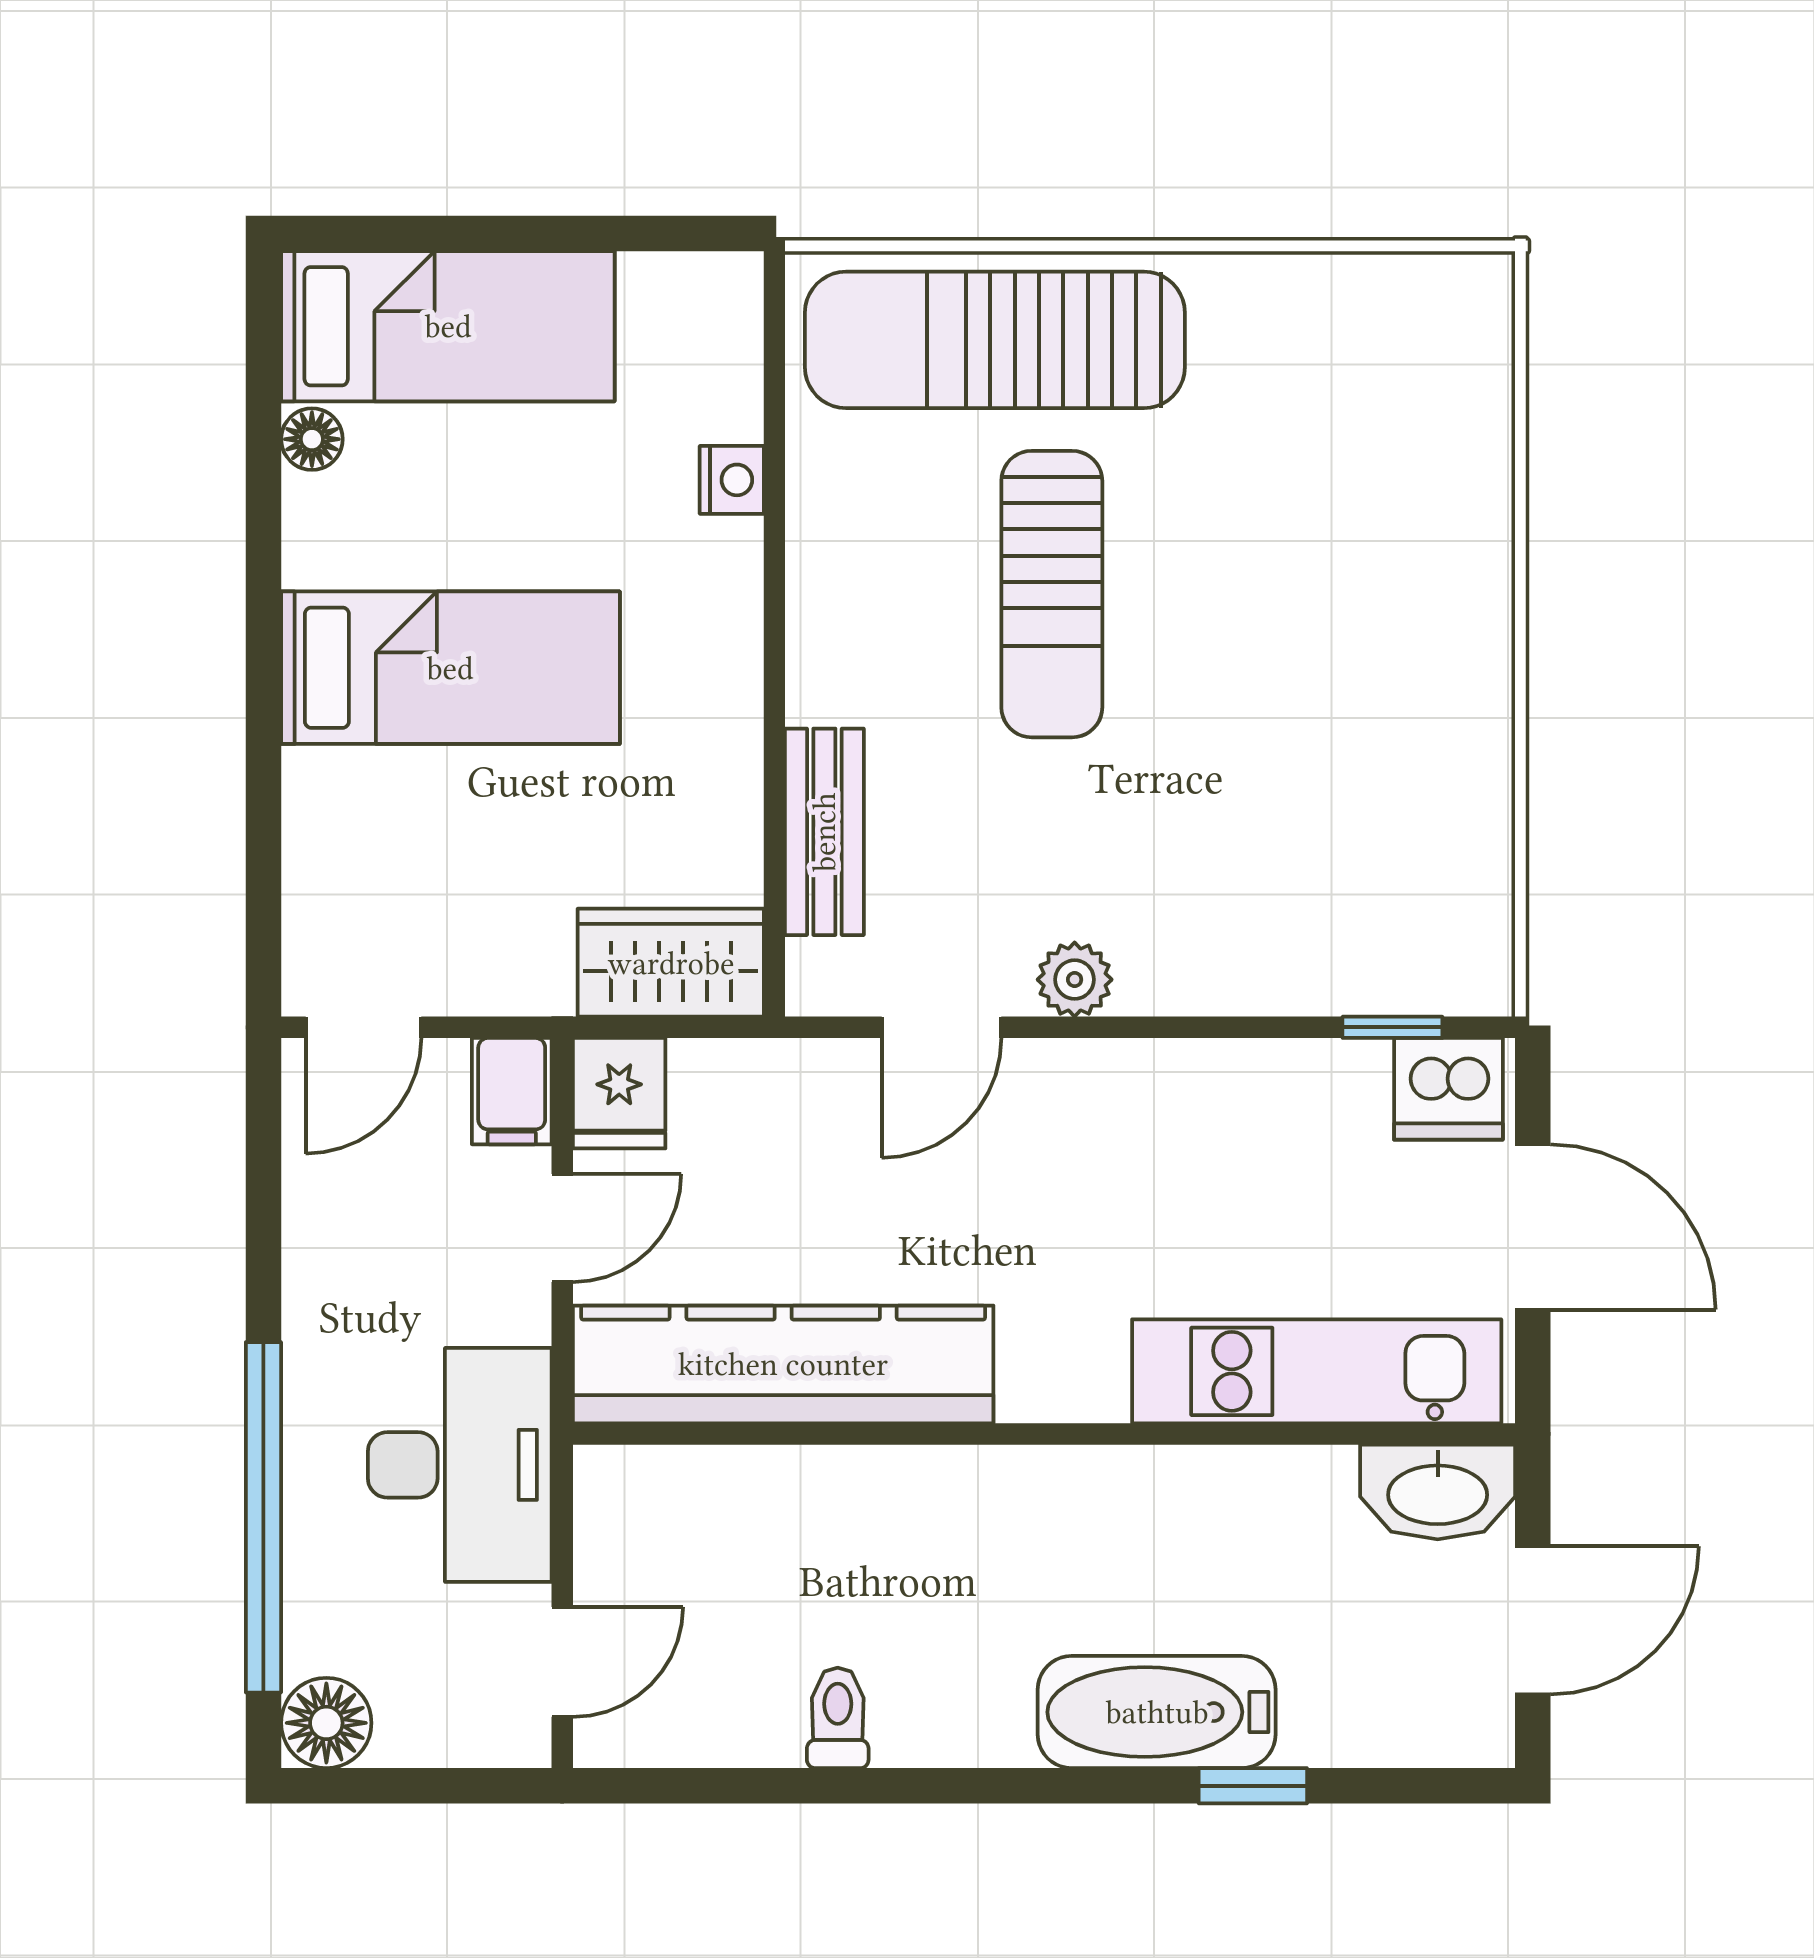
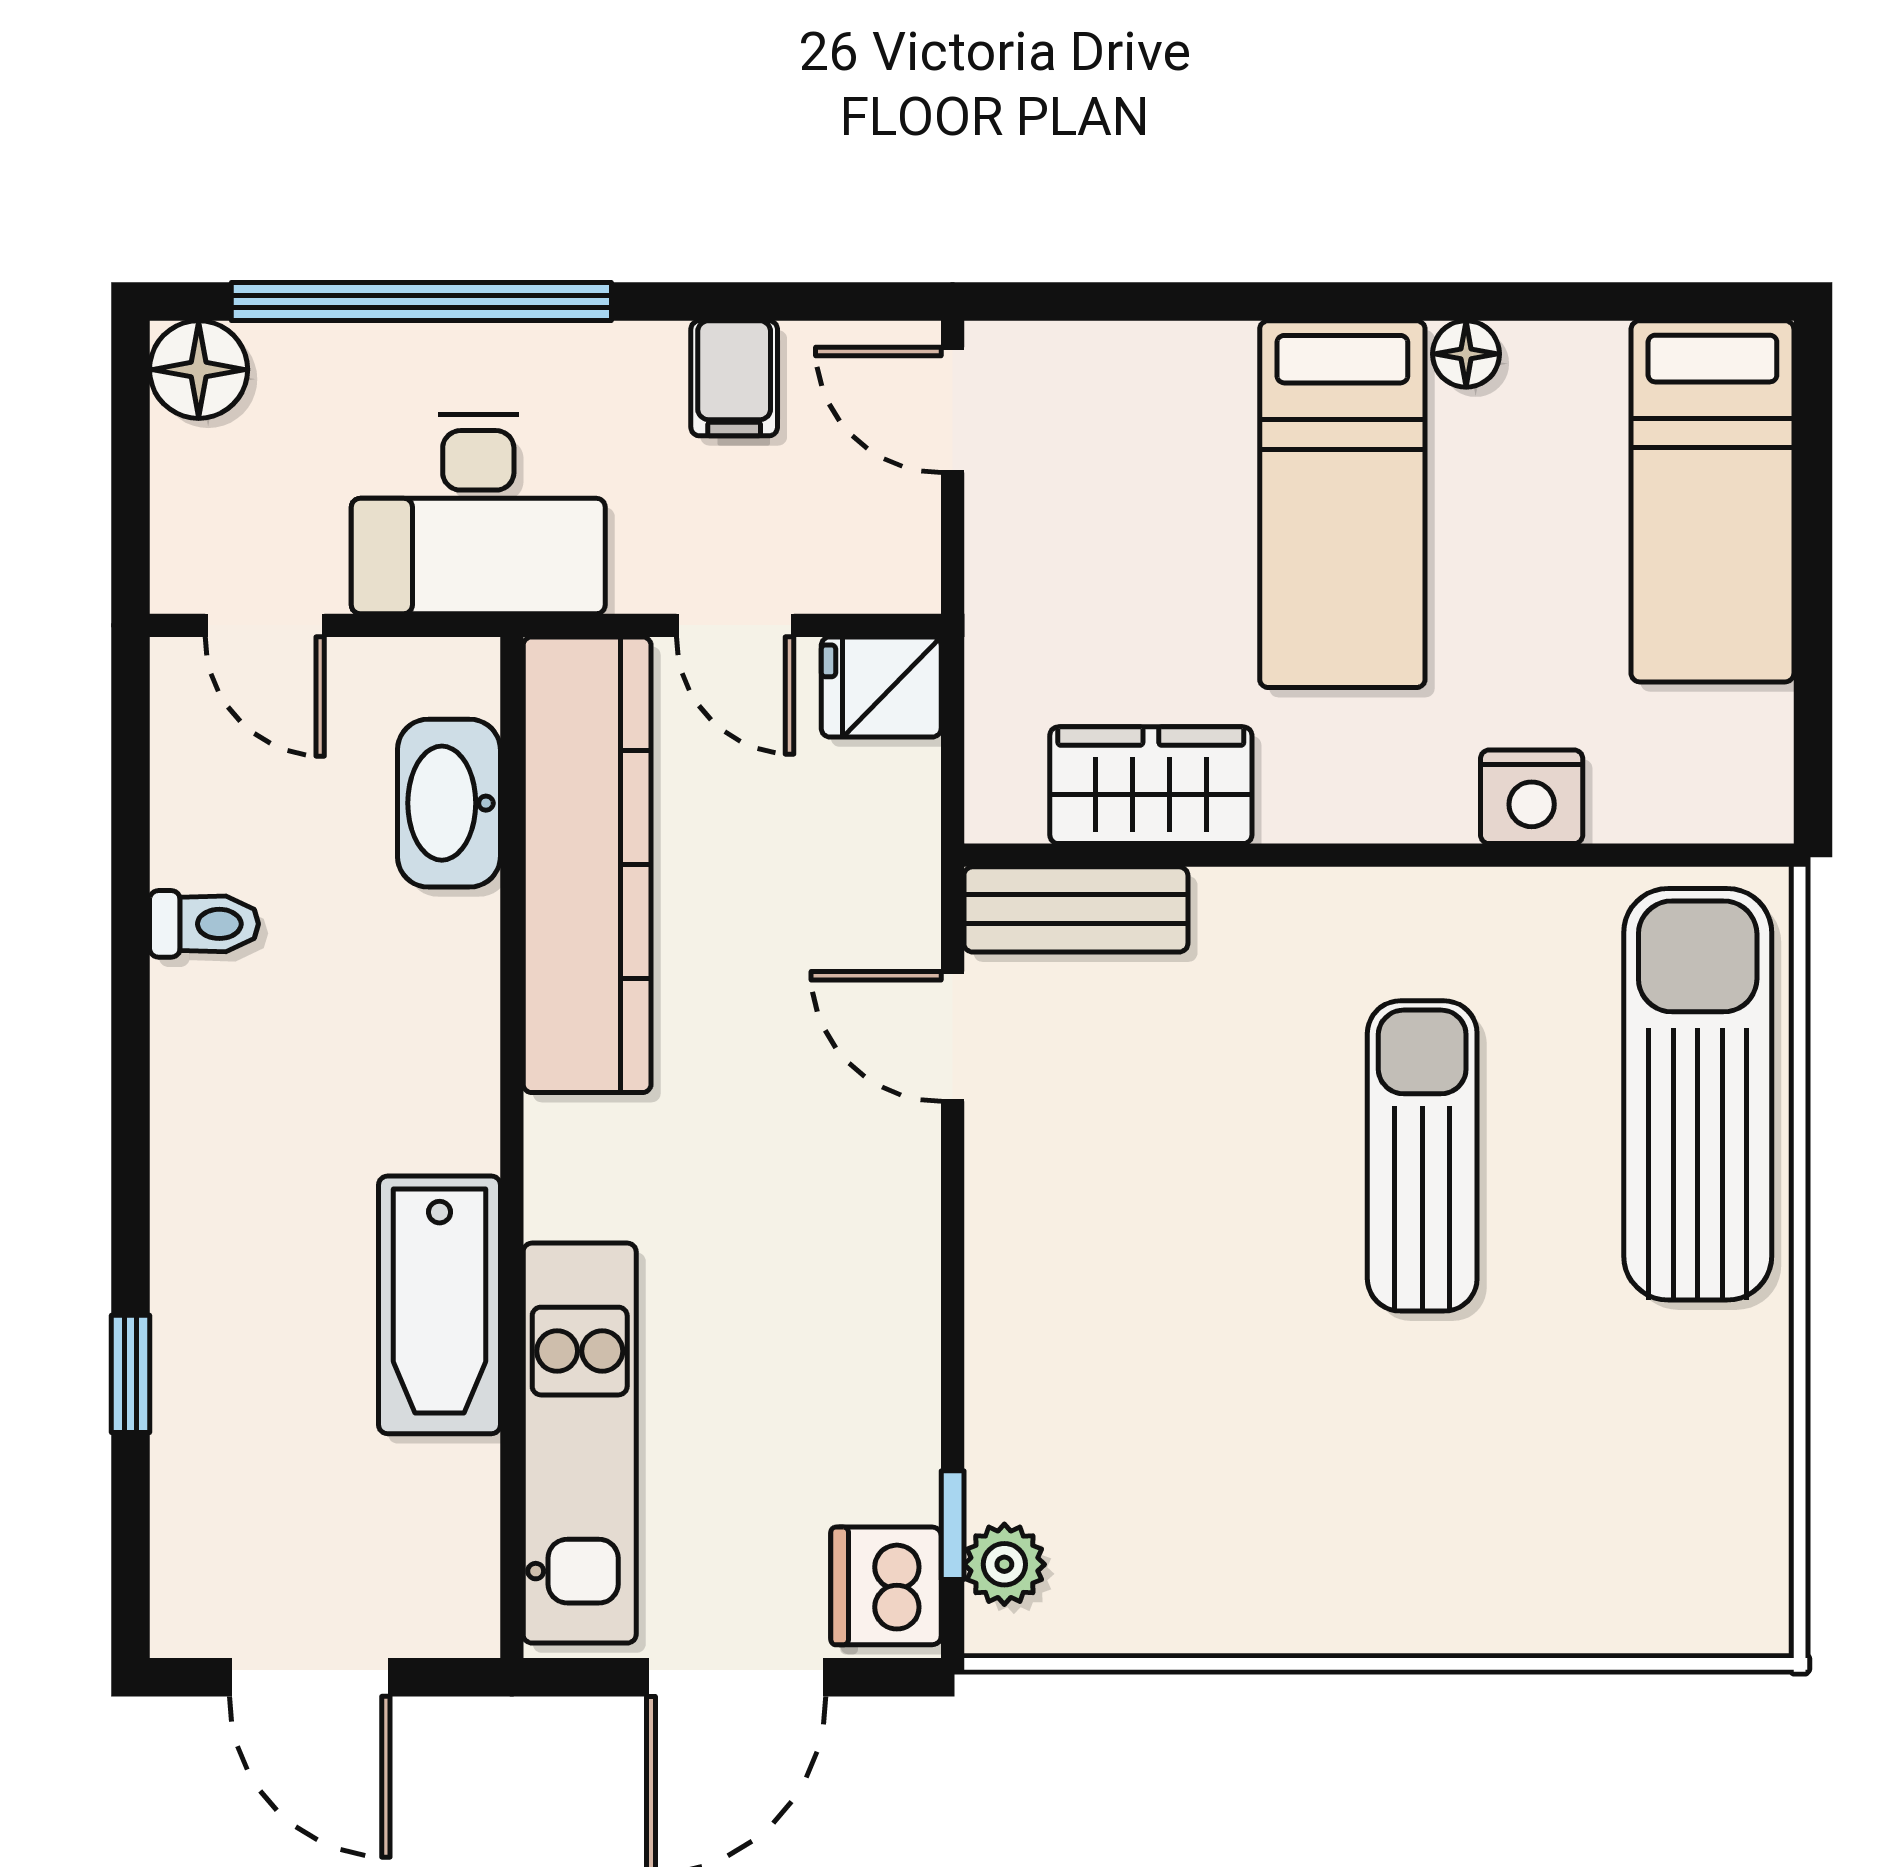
floor lamp: (312, 439) -> (1466, 354), moved
nightstand: (732, 480) -> (1532, 797), width x1.39, depth x1.35
sun lounger: (1052, 594) -> (1422, 1156), turned 90
bench: (824, 832) -> (1076, 909), moved
wardrobe: (671, 963) -> (1151, 785), moved, turned -90
plant: (1075, 980) -> (1004, 1564), moved
filing cabinet: (512, 1091) -> (734, 378), moved, turned -90
washbasin: (1438, 1492) -> (449, 803), moved
bathtub: (1157, 1712) -> (440, 1305), moved, turned 180

